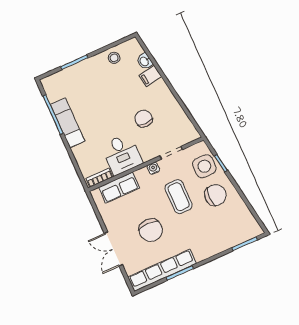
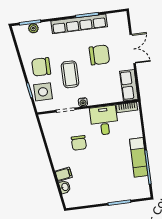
stool: (114, 58) -> (87, 197), removed
row of seats: (119, 188) -> (129, 85), moved, turned -90
chair: (151, 230) -> (99, 55), turned 90
plant: (238, 238) -> (33, 28), added
row of seats: (162, 270) -> (79, 24), moved

